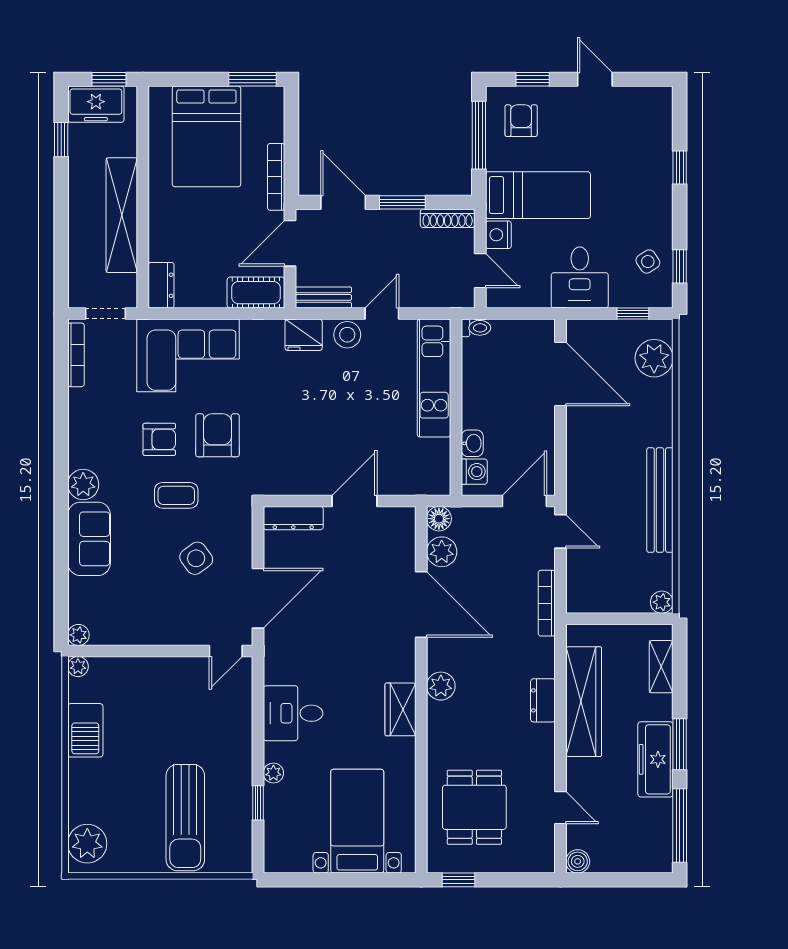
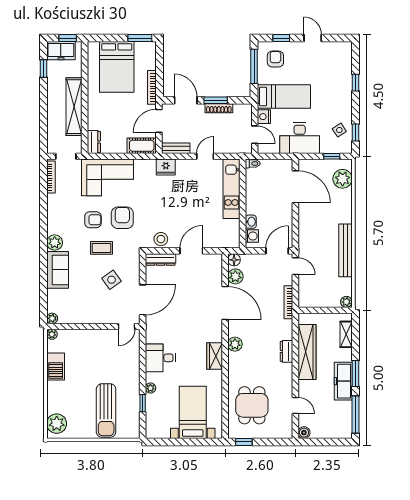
shoe rack: (448, 218) -> (219, 108), moved
desk: (580, 277) -> (300, 138), width x1.37
stool: (347, 335) -> (161, 239), moved

